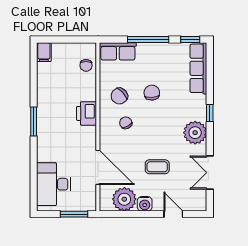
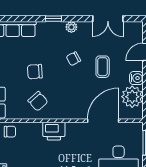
chair: (126, 123) -> (73, 59), moved
plant: (195, 133) -> (71, 27), width x0.53, depth x0.53

